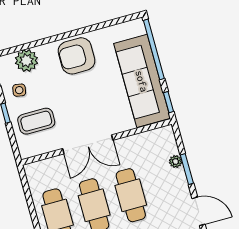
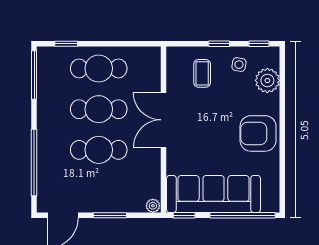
armchair: (76, 56) -> (258, 133), turned -90
coffee table: (36, 121) -> (202, 73), width x0.73, depth x0.77
plant: (176, 161) -> (153, 206), moved

